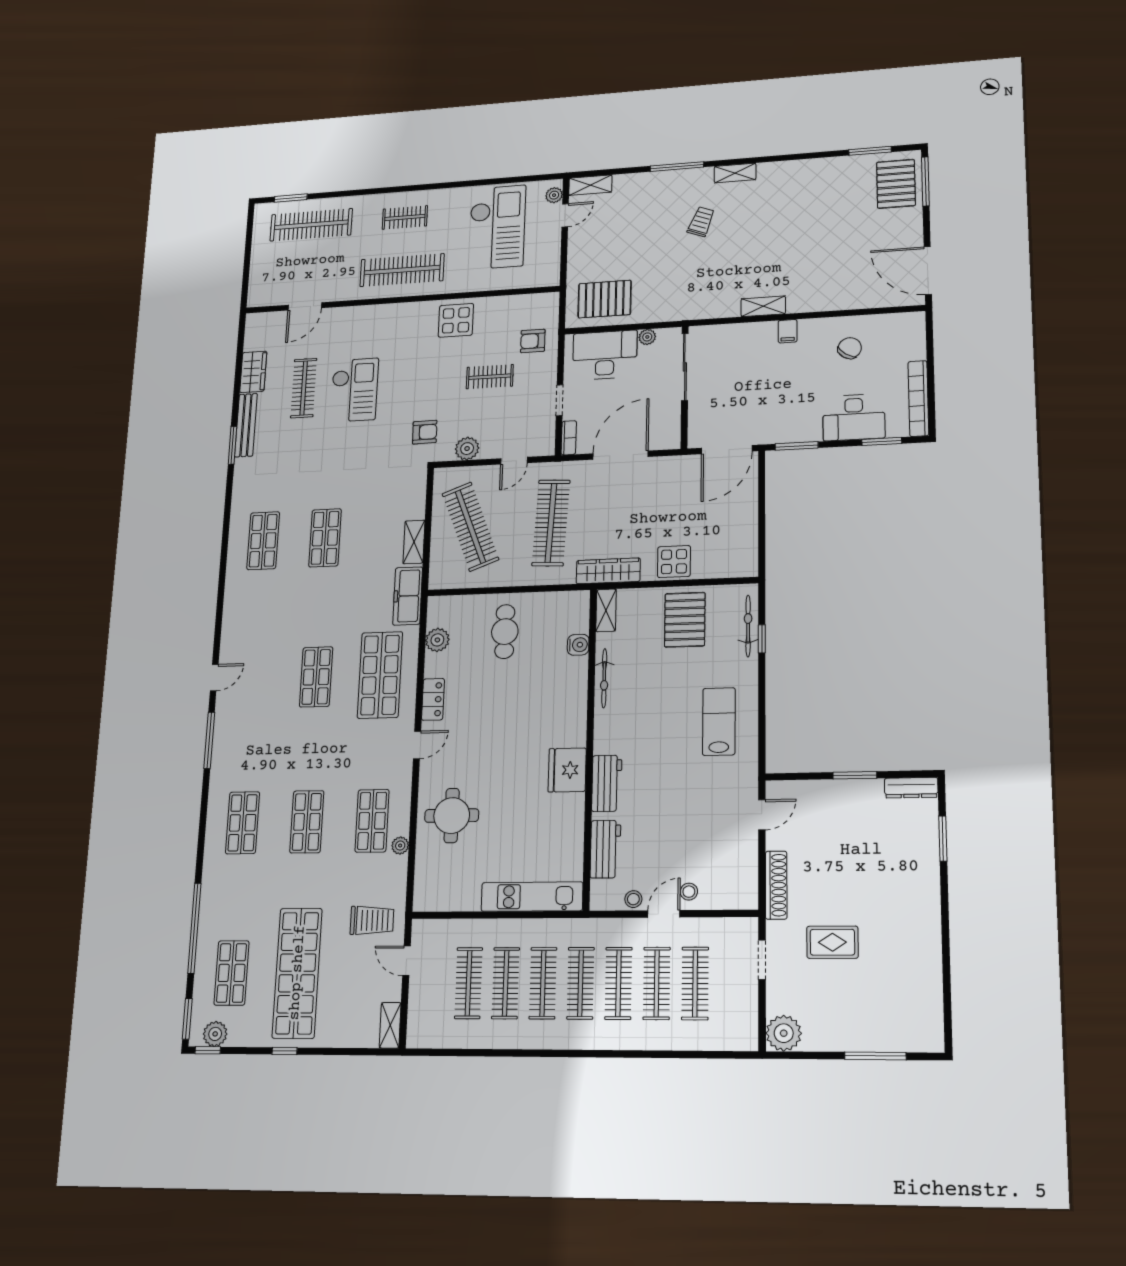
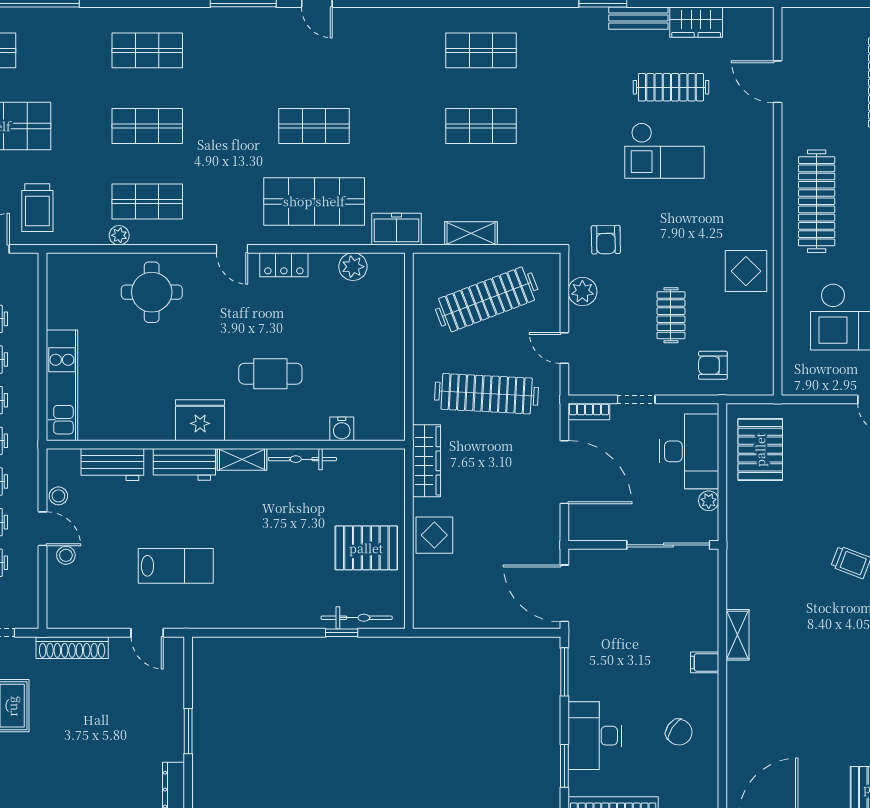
armchair: (533, 341) -> (713, 365), turned -90
bench: (246, 425) -> (638, 18), width x0.73
freezer: (408, 596) -> (396, 229), width x0.71
shelving: (606, 610) -> (242, 459), moved
cafe table: (505, 632) -> (270, 374), moved
lab bench: (719, 721) -> (176, 566), moved

